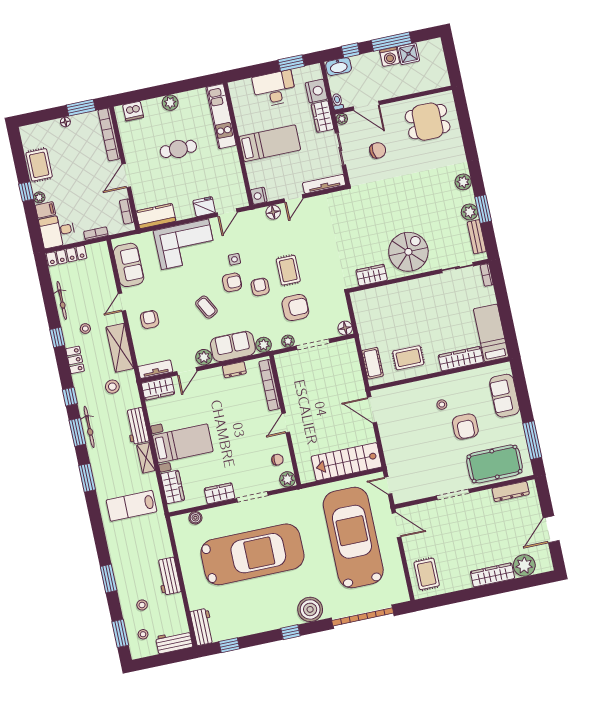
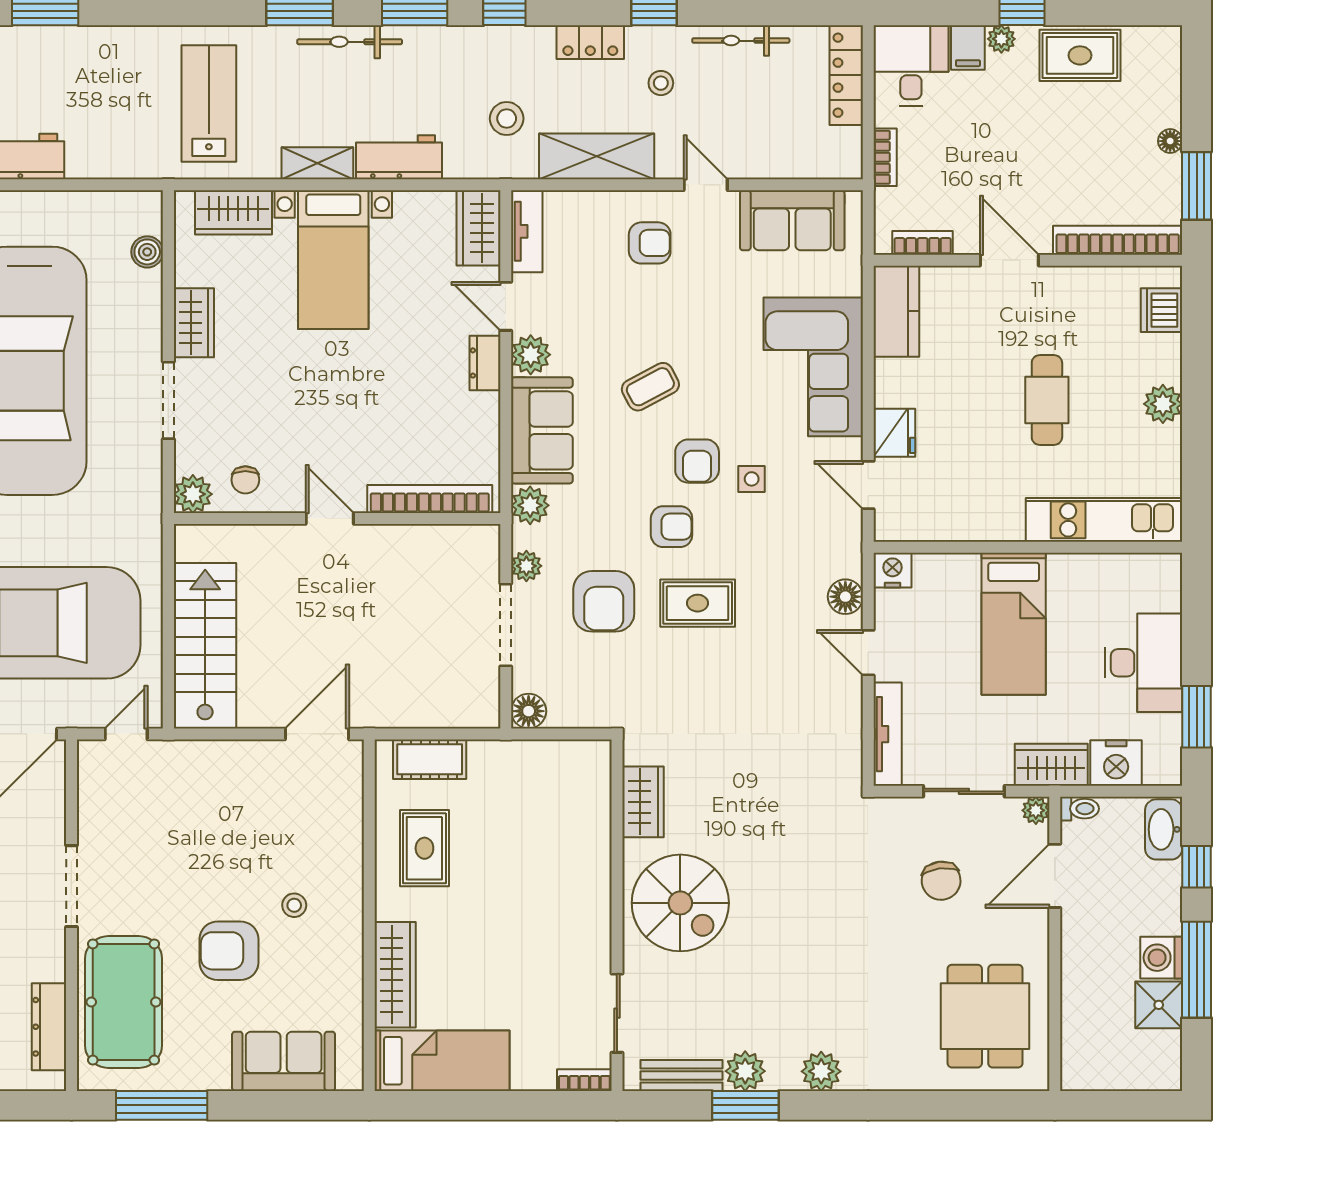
dresser: (234, 370) -> (485, 363), moved
bicycle: (89, 427) -> (350, 42), moved

